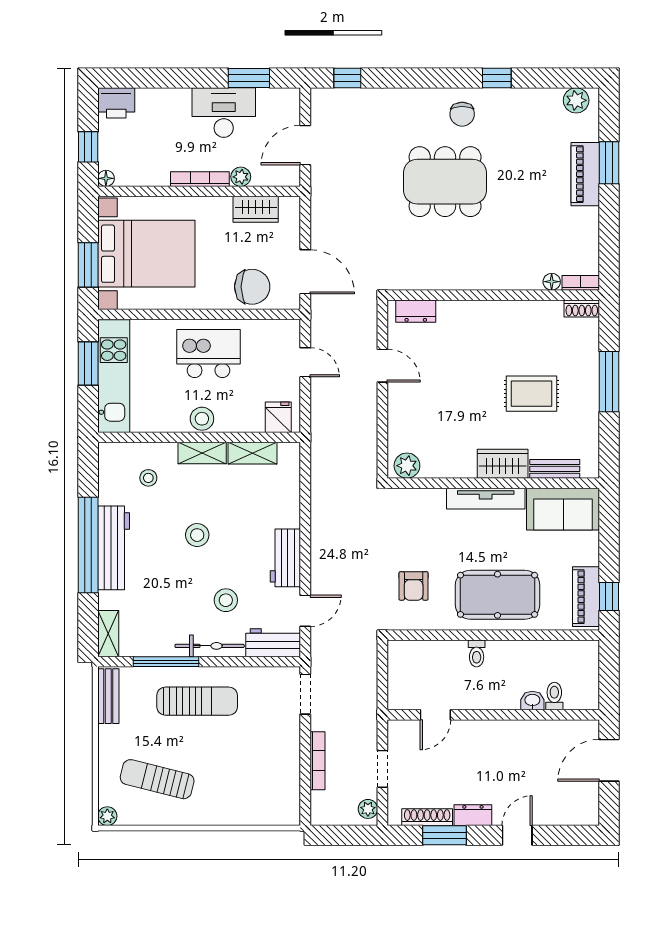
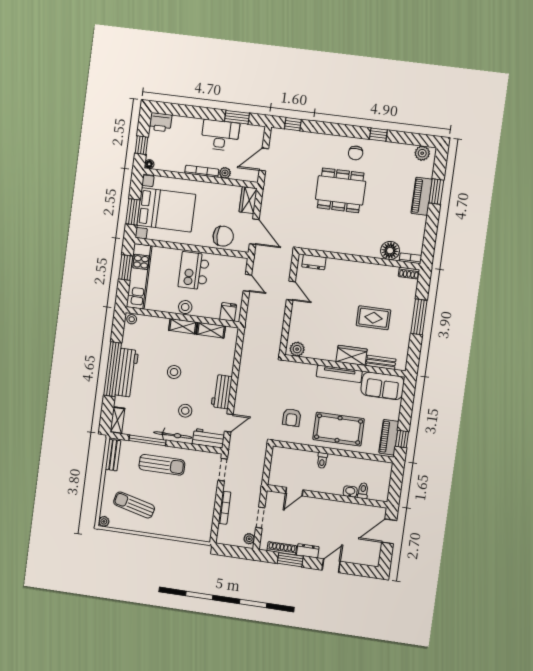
wardrobe: (256, 209) -> (248, 200), moved, turned 90
floor lamp: (552, 282) -> (390, 251), width x1.89, depth x1.89
kitchen island: (208, 353) -> (194, 271), turned -90
stool: (148, 478) -> (132, 319), moved

